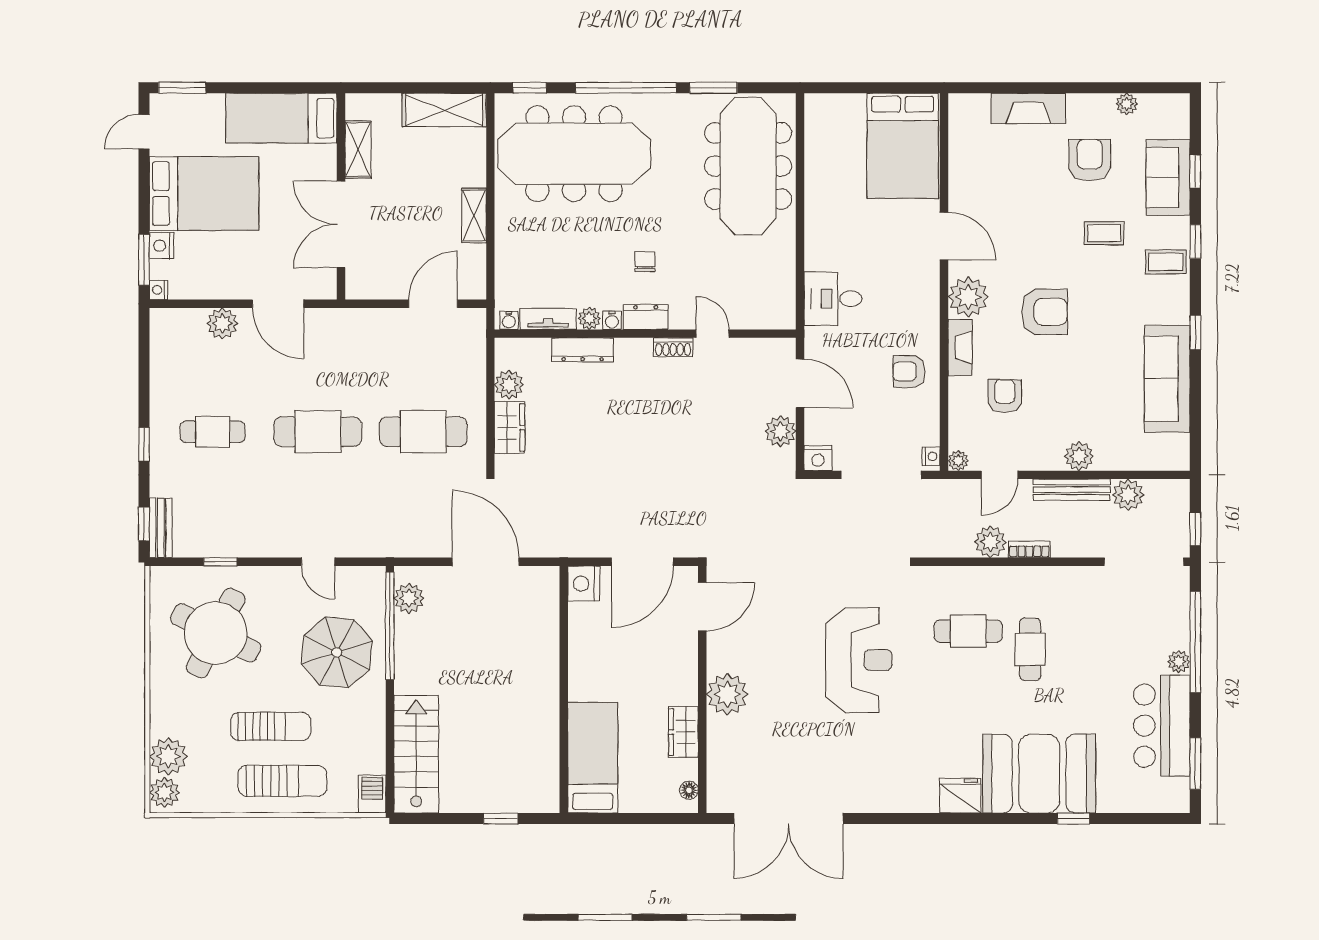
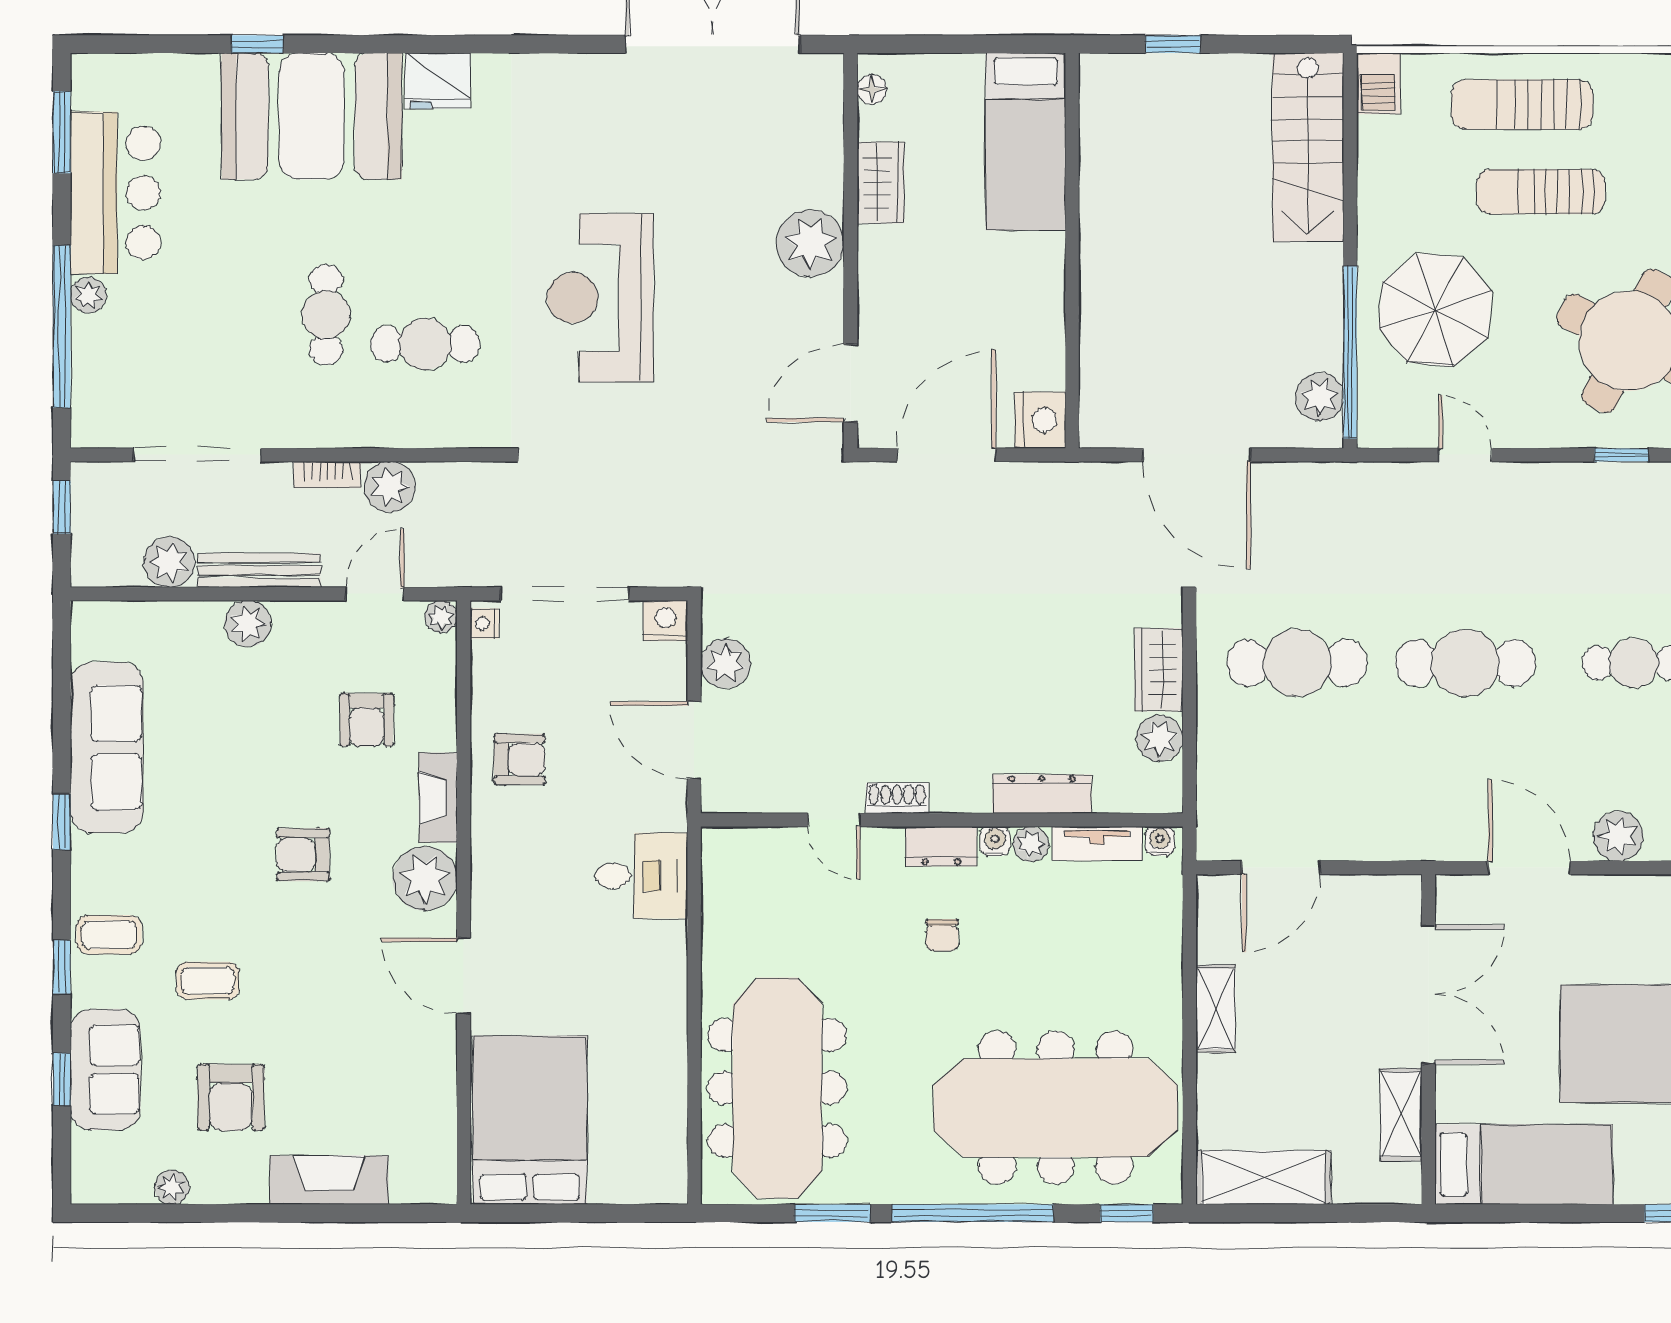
armchair: (1044, 312) -> (303, 855), width x0.72, depth x0.72
doorway: (1144, 562) -> (197, 455), moved

